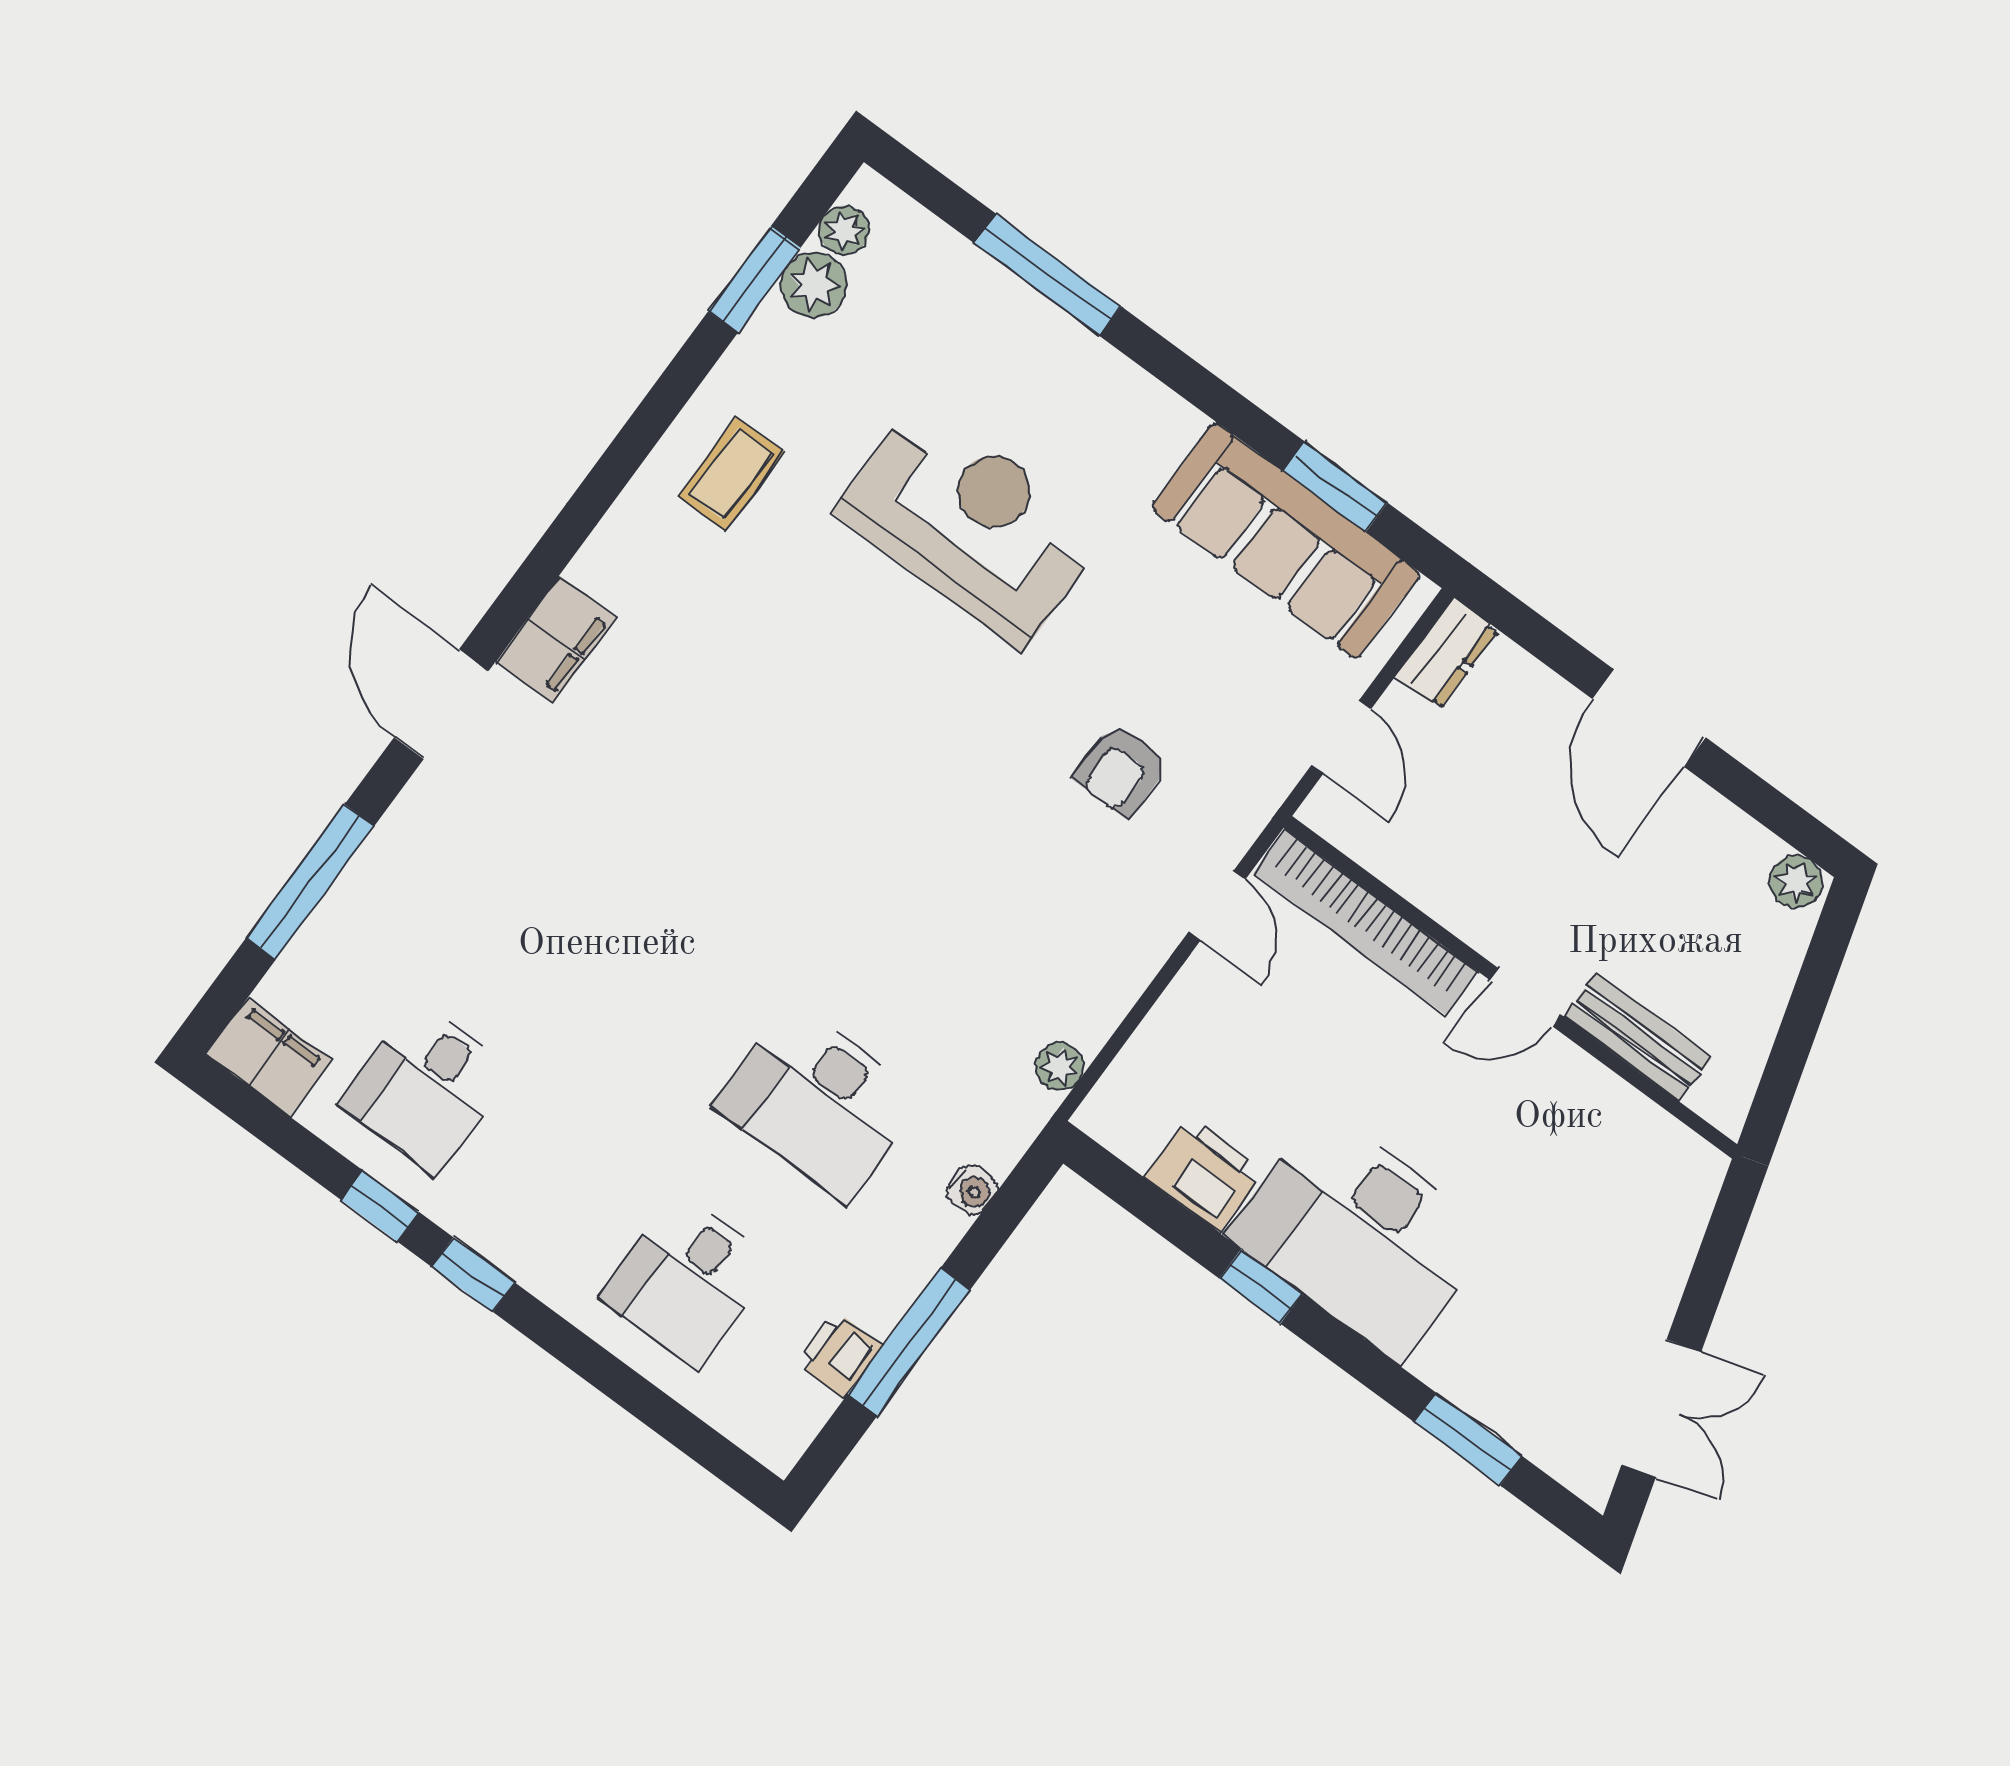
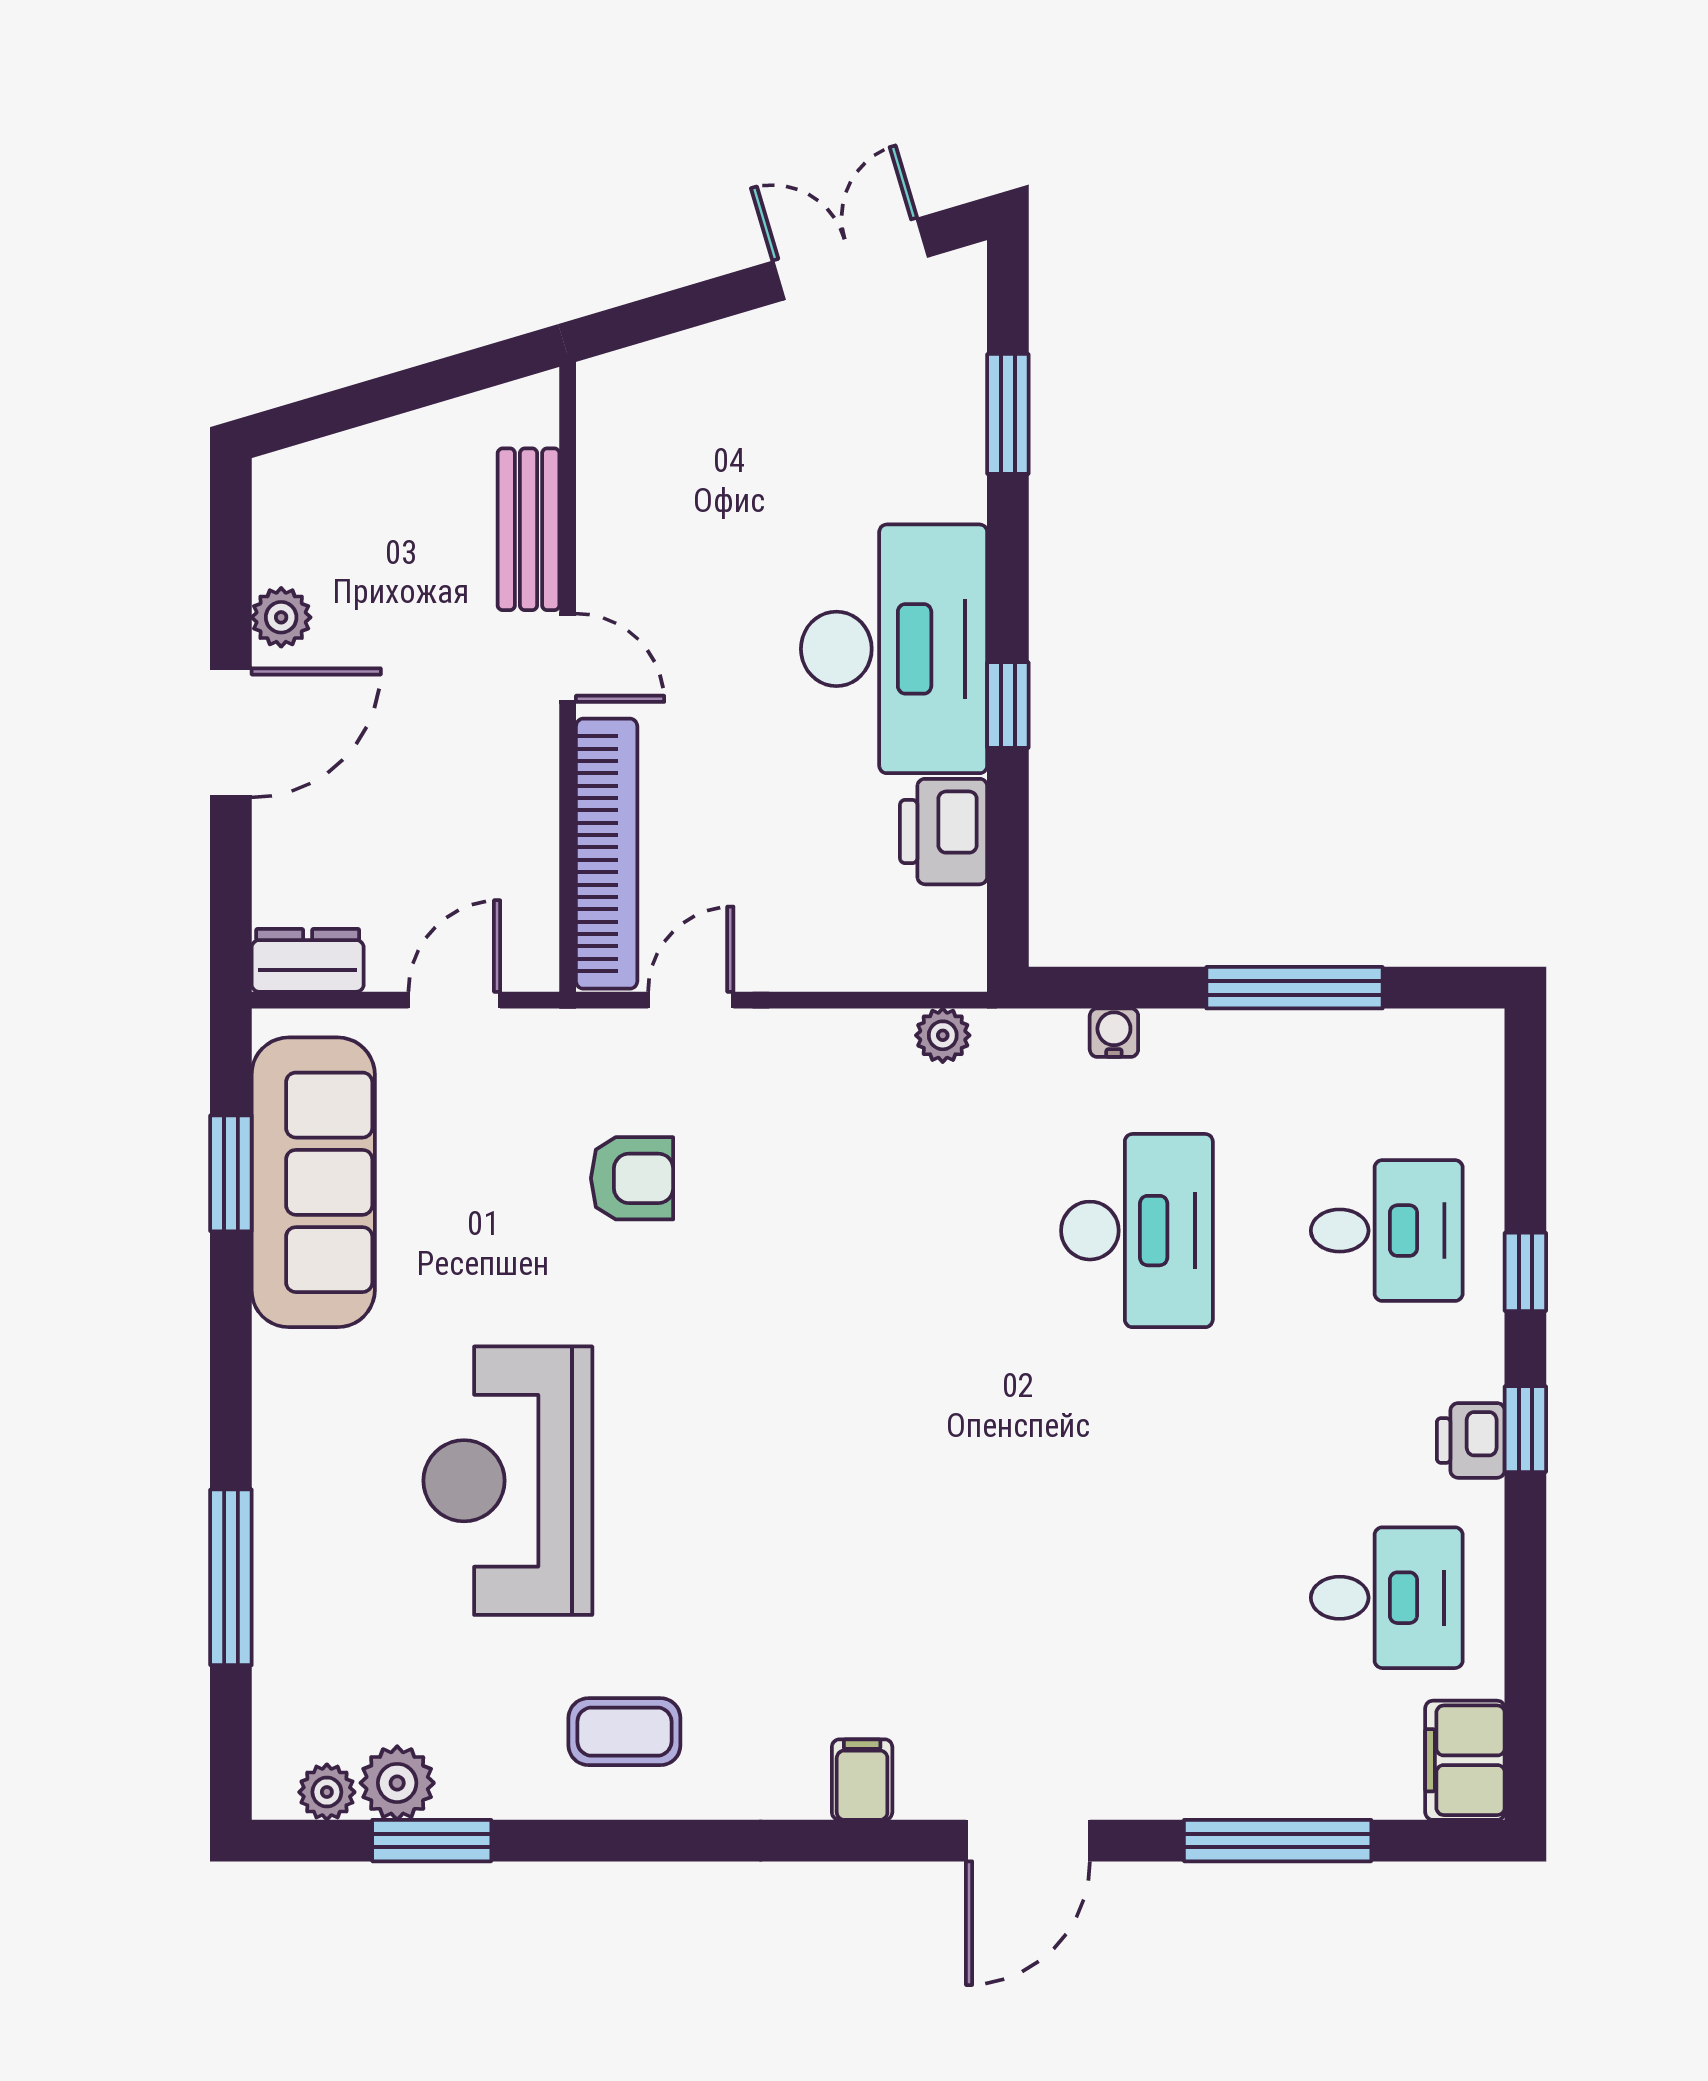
filing cabinet: (556, 640) -> (862, 1780), width x0.50
plant: (1796, 882) -> (281, 617), moved
window: (380, 1206) -> (1525, 1272), moved
printer: (840, 1355) -> (1471, 1440), moved, turned 90

